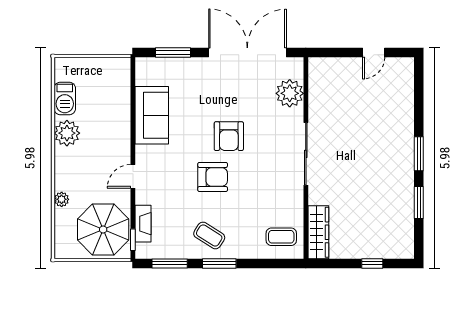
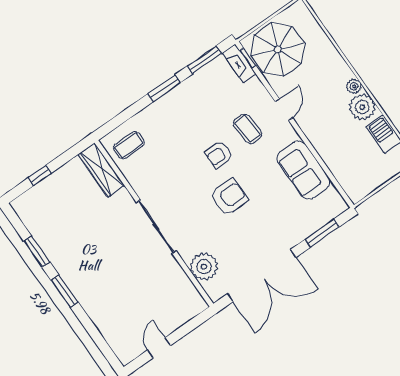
armchair: (229, 136) -> (229, 197), turned 90
armchair: (213, 177) -> (219, 155), width x0.72, depth x0.72
plant: (62, 199) -> (354, 86), moved
fireplace: (143, 224) -> (239, 63), moved
coffee table: (209, 236) -> (248, 129), moved, turned 54

